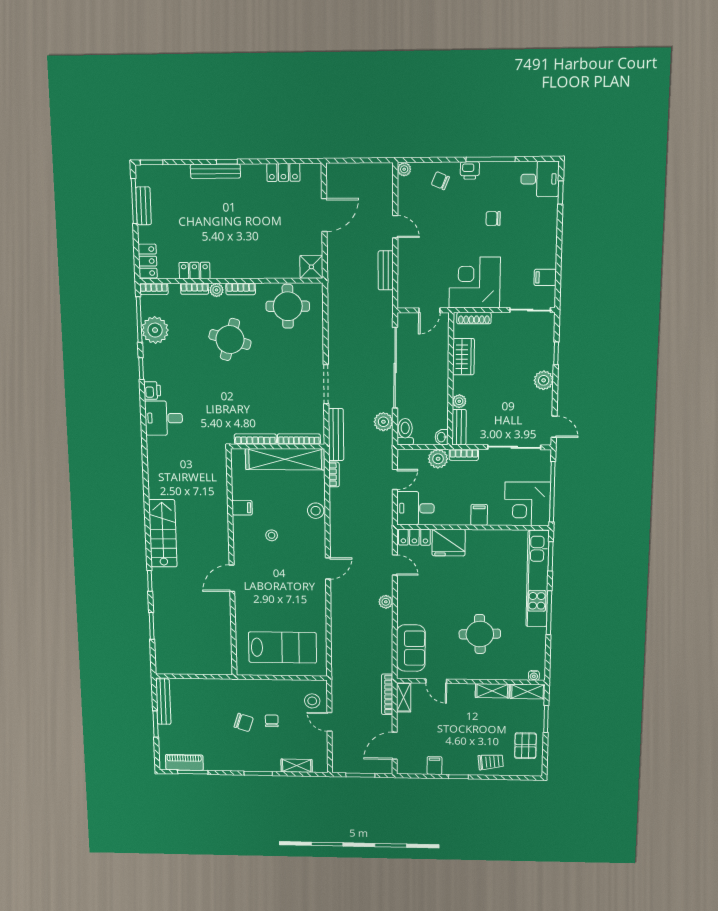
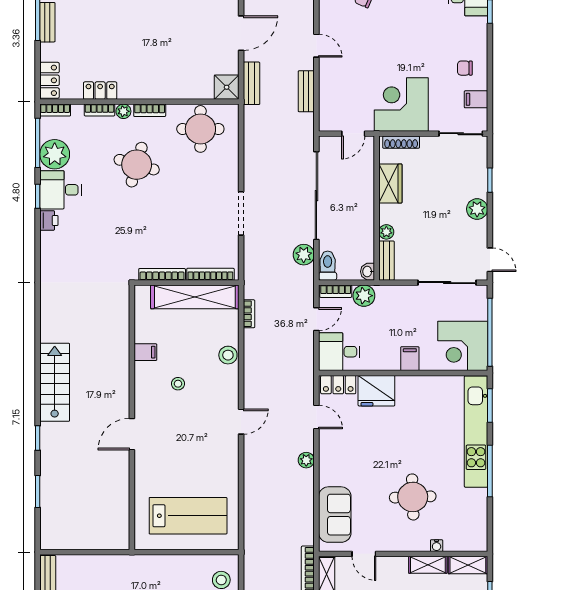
chair: (493, 219) -> (465, 68), moved
desk: (164, 418) -> (61, 190), moved
bench: (336, 435) -> (251, 83), moved, width x0.73
bookcase: (464, 455) -> (336, 291), moved
water cooler: (534, 676) -> (437, 546), moved

